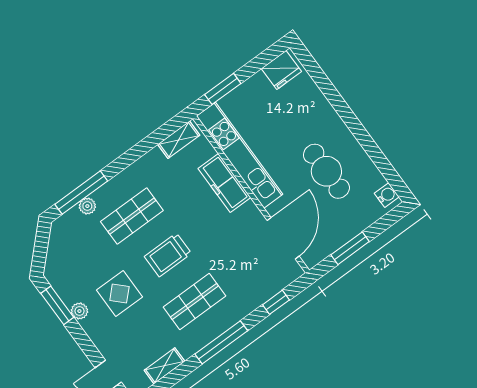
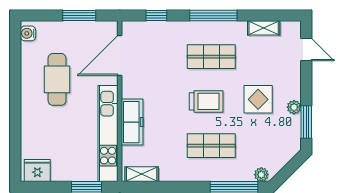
plant: (87, 206) -> (261, 175), moved

